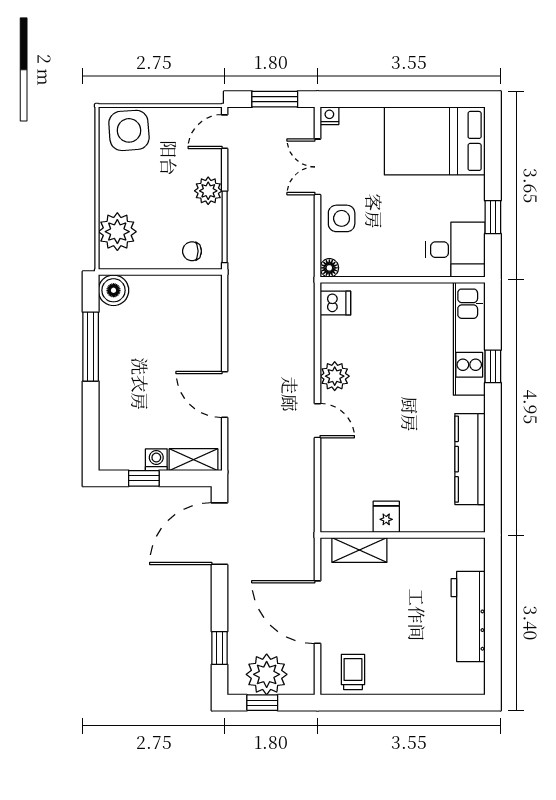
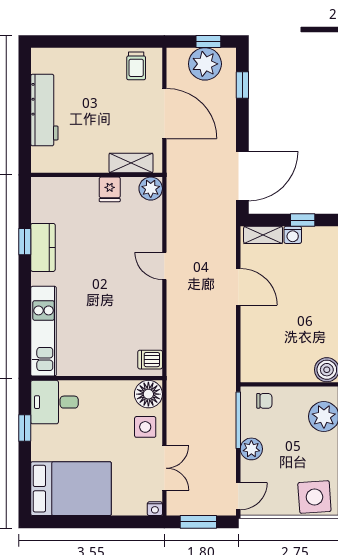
floor lamp: (329, 268) -> (148, 394), width x1.89, depth x1.89
window: (493, 366) -> (25, 242), moved
plant: (335, 376) -> (151, 189), moved
kitchen counter: (470, 459) -> (43, 247), width x0.67

